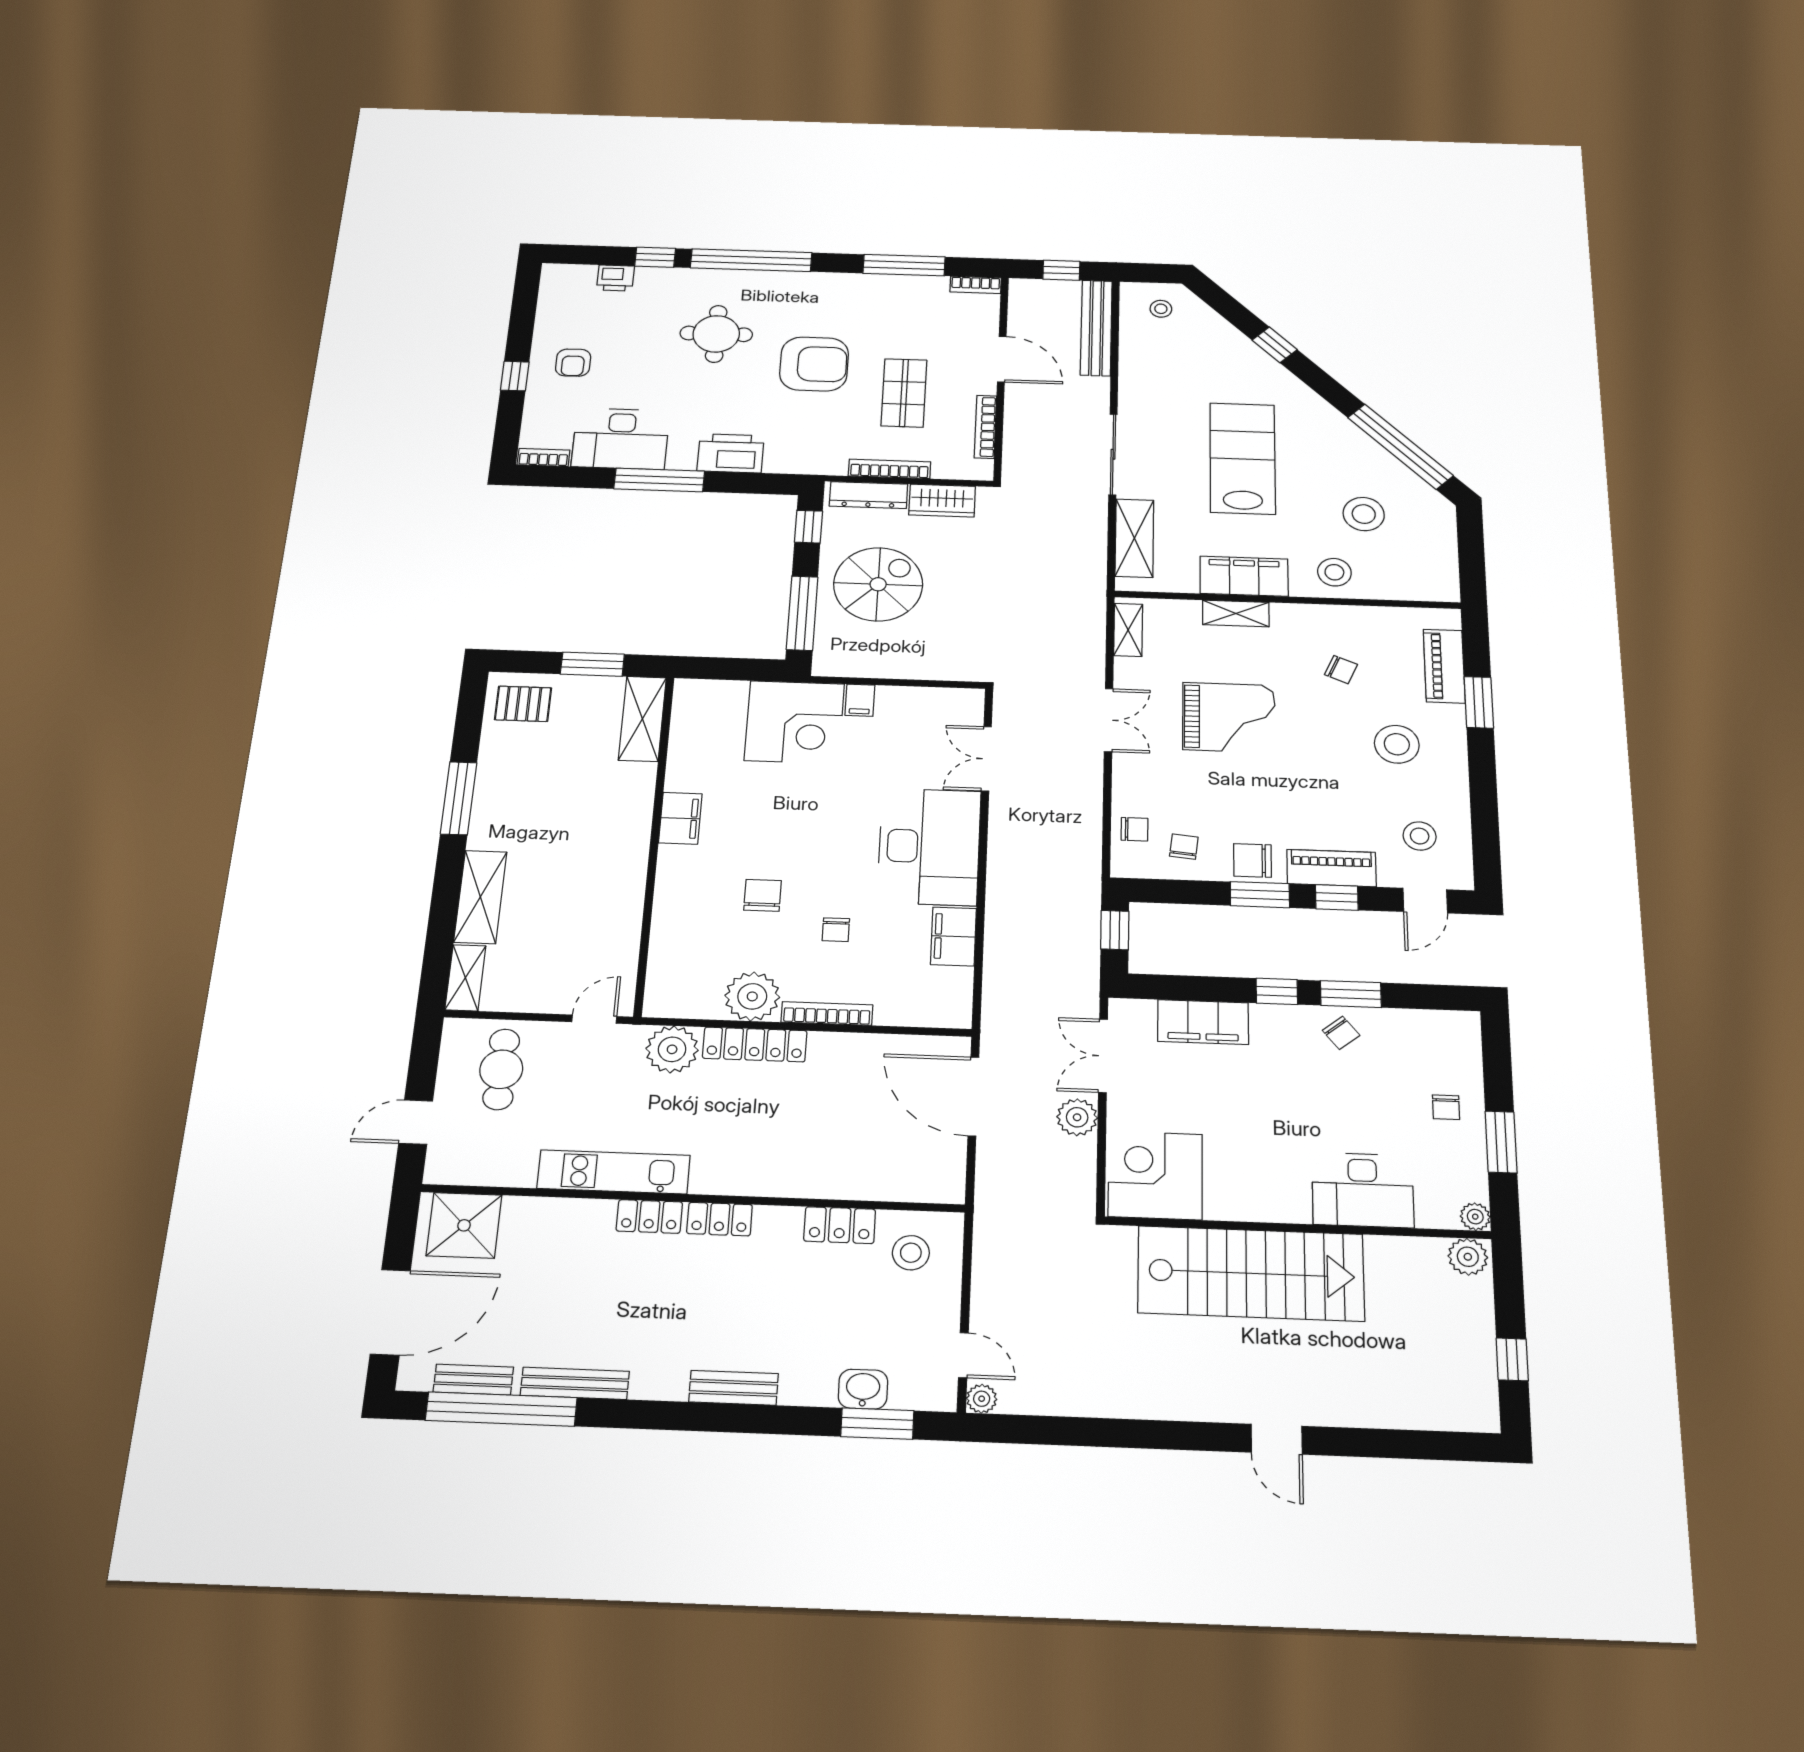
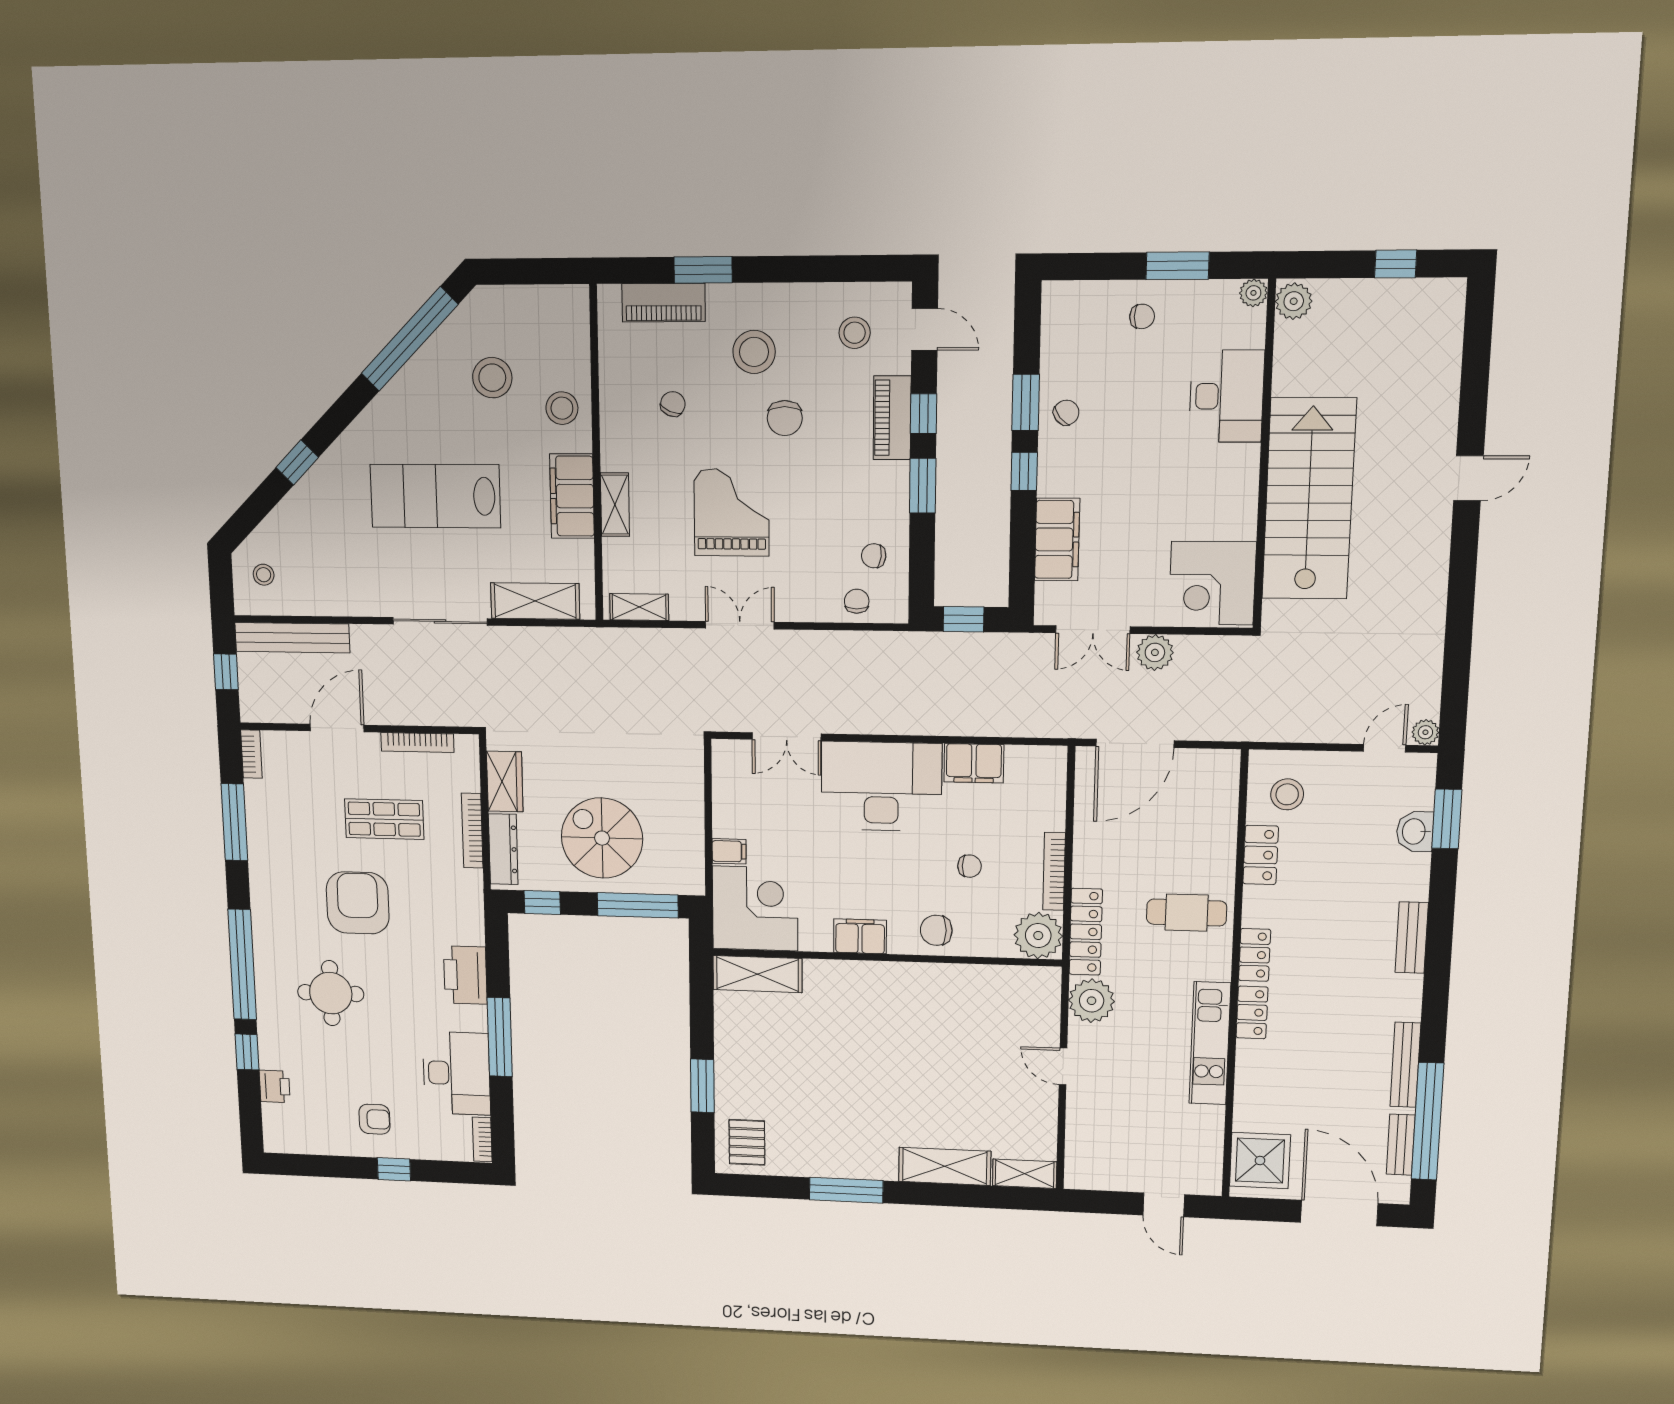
shelving: (642, 719) -> (757, 974), moved
filing cabinet: (680, 818) -> (860, 936), moved
wall: (654, 842) -> (886, 957), moved
chair: (1252, 860) -> (785, 418), moved
cafe table: (501, 1069) -> (1187, 913), moved

